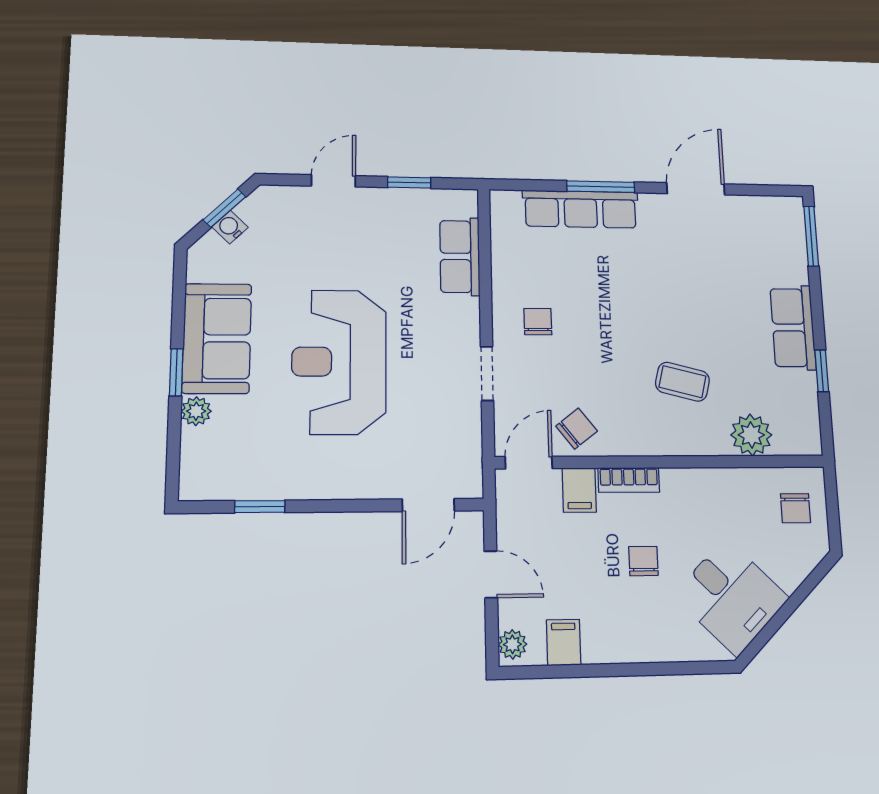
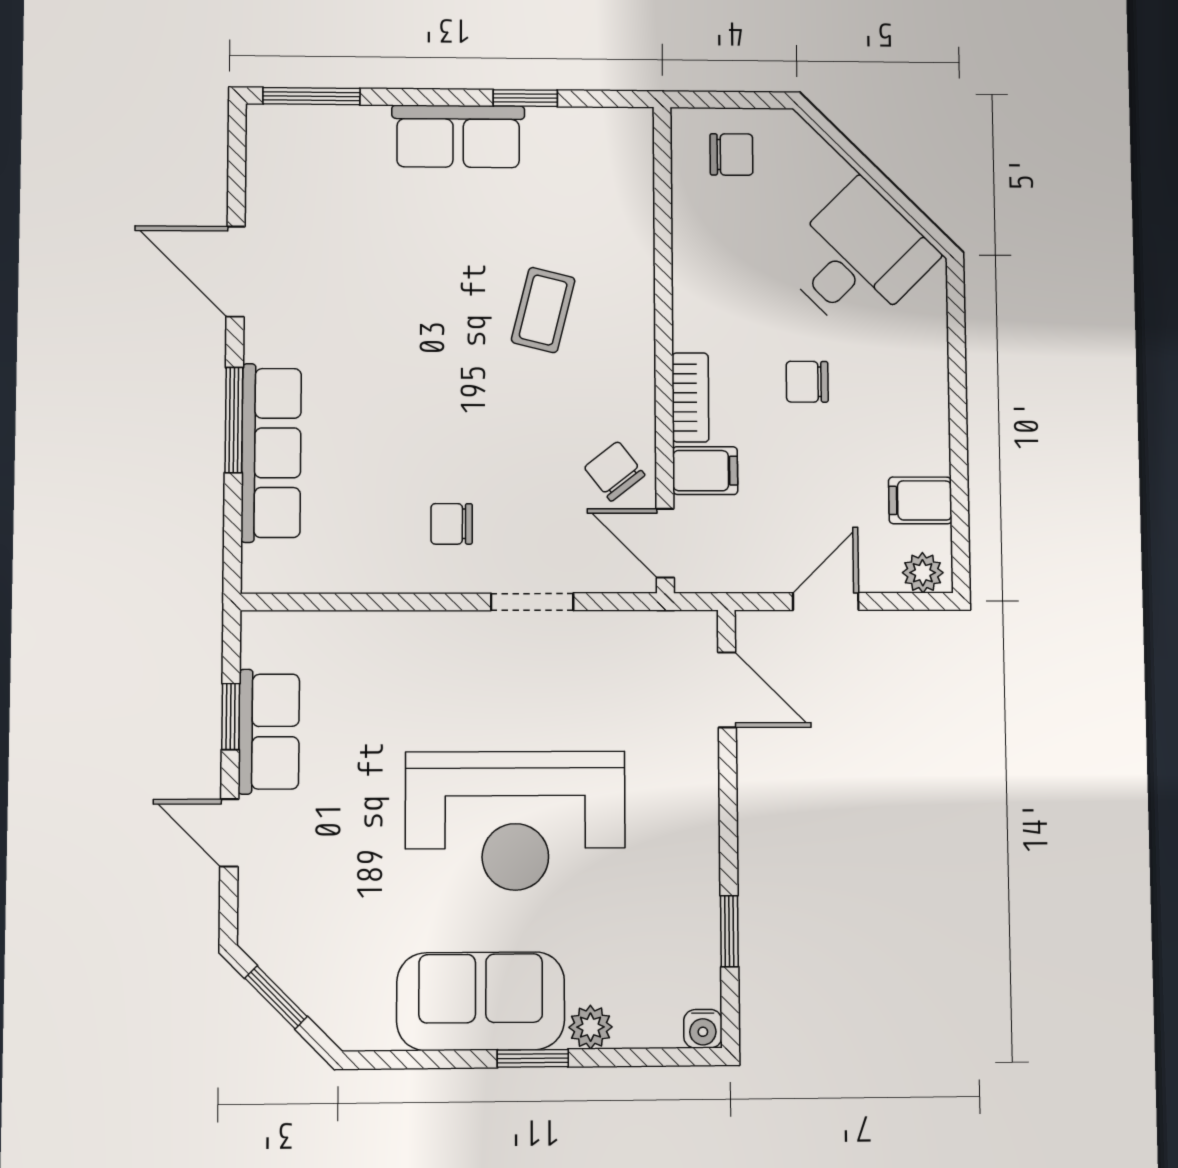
water cooler: (230, 227) -> (703, 1029), moved, turned -45
row of seats: (460, 257) -> (269, 732), moved, turned -90
plant: (751, 435) -> (623, 212), removed

